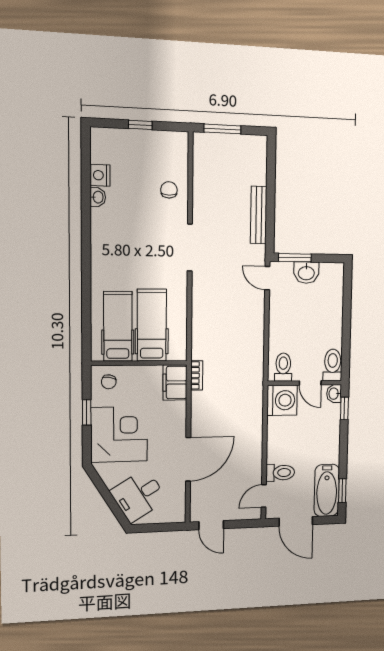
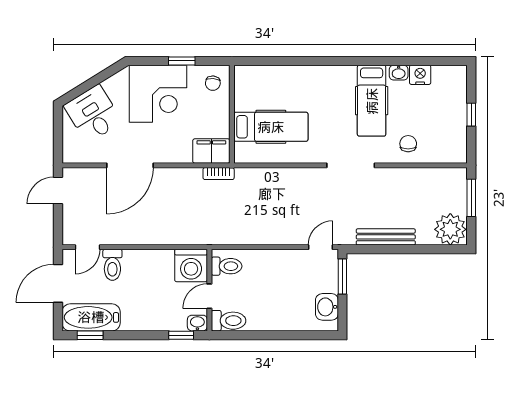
plant: (252, 151) -> (450, 229), added
chair: (169, 190) -> (408, 144), turned -90
washbasin: (306, 273) -> (327, 307), moved
hospital bed: (118, 326) -> (372, 101), moved, turned 90
chair: (109, 382) -> (213, 83), turned -94
door: (188, 459) -> (130, 165), hinge flipped
door: (264, 496) -> (87, 247), swing flipped

